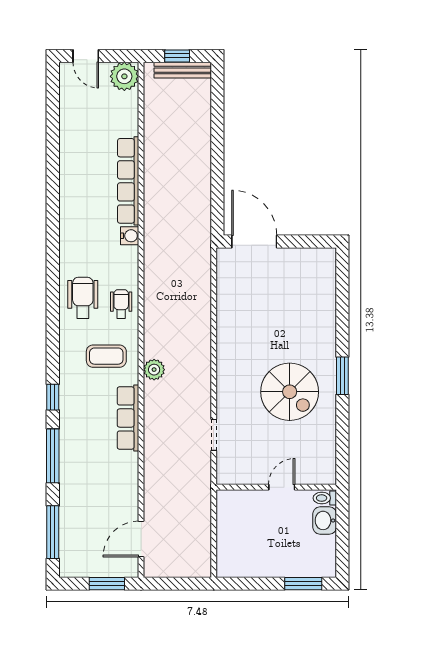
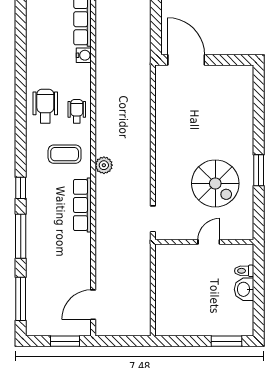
wall: (276, 487) -> (204, 242), moved
door: (282, 487) -> (209, 242), moved

